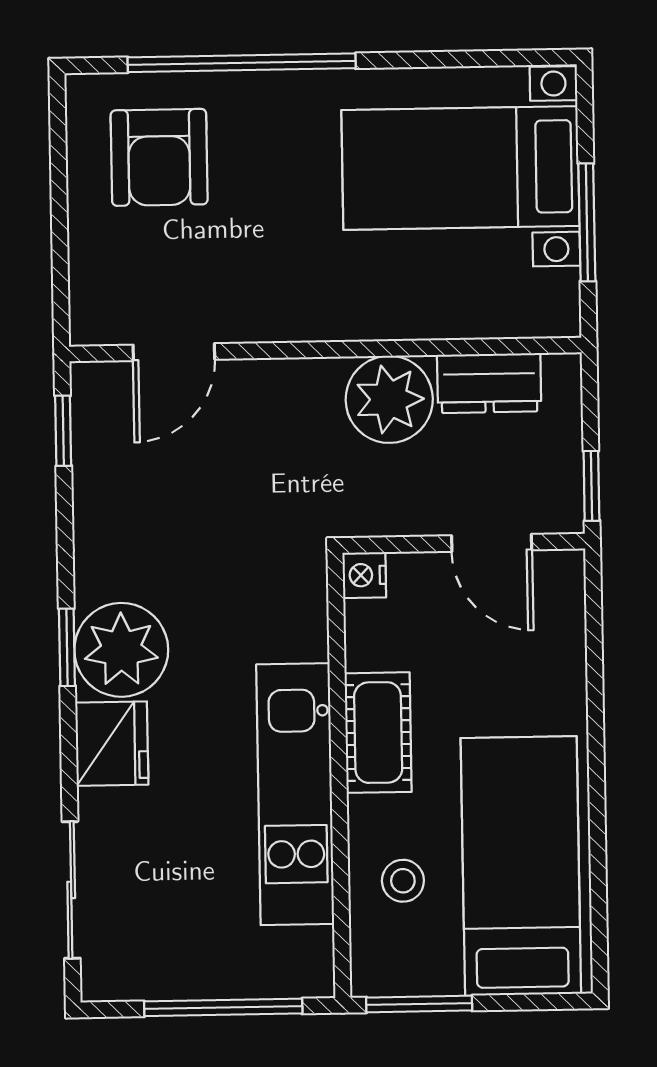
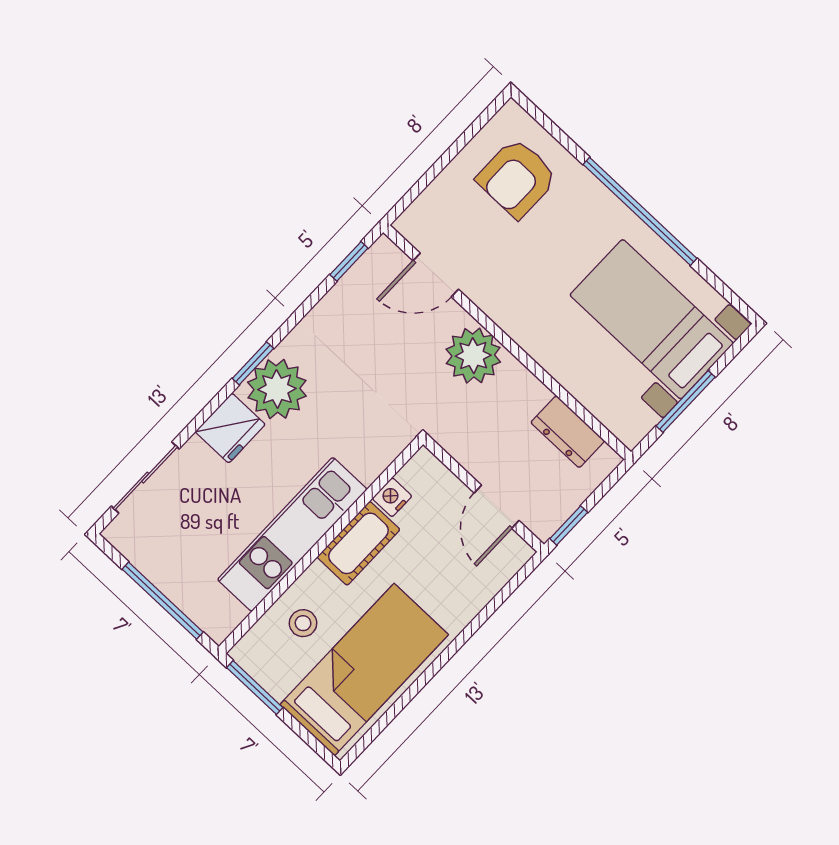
window: (242, 63) -> (640, 211), moved
plant: (389, 399) -> (473, 356), moved
nightstand: (364, 575) -> (392, 497), moved

